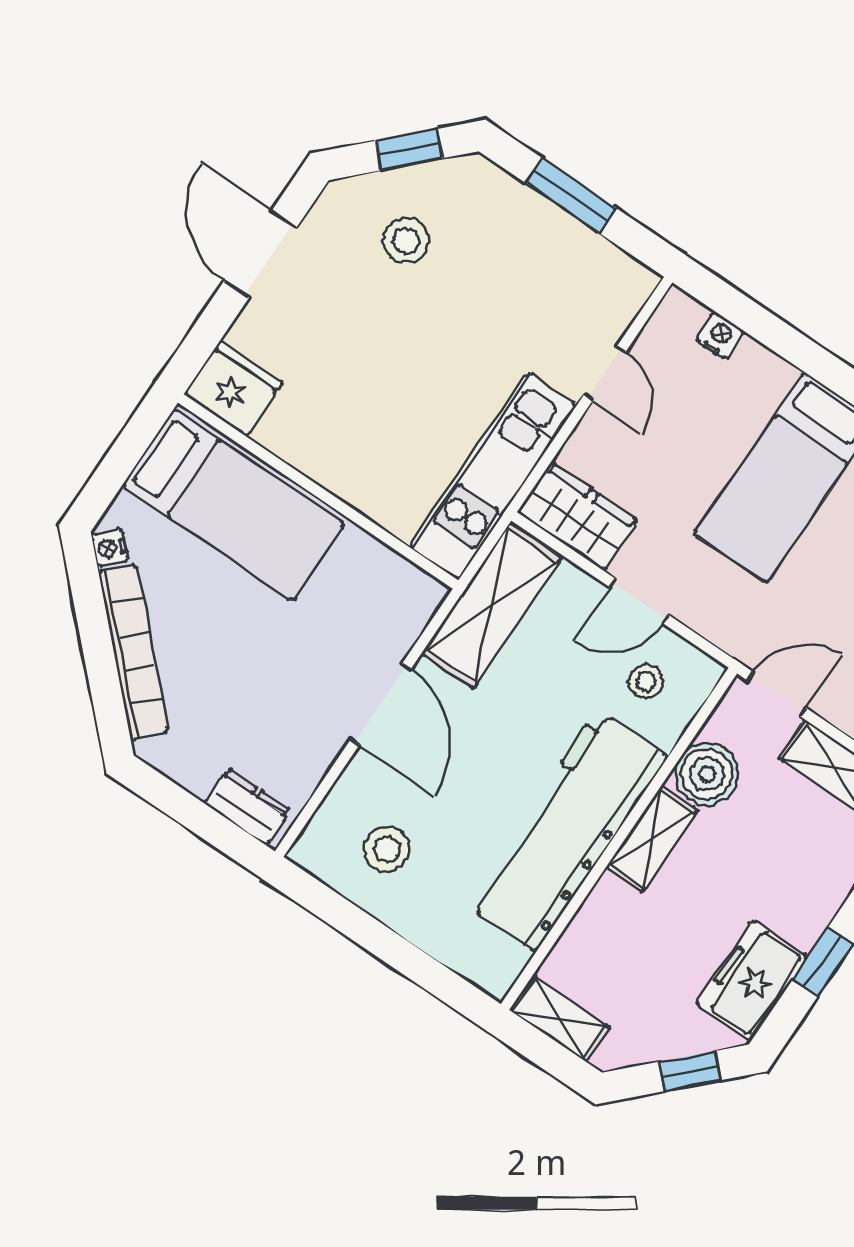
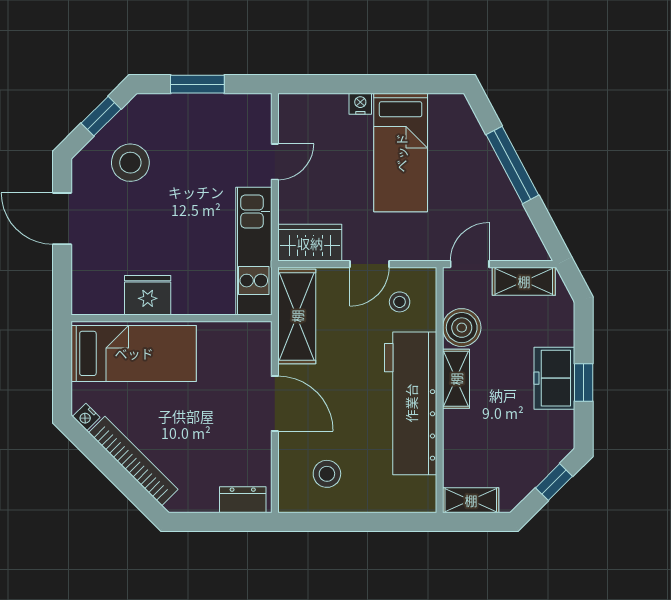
stool: (406, 241) -> (130, 163), width x1.38, depth x1.38
nightstand: (720, 336) -> (360, 104), moved
door: (605, 373) -> (275, 162), hinge flipped
fridge: (233, 388) -> (148, 295), moved
freezer: (752, 981) -> (554, 378), moved

